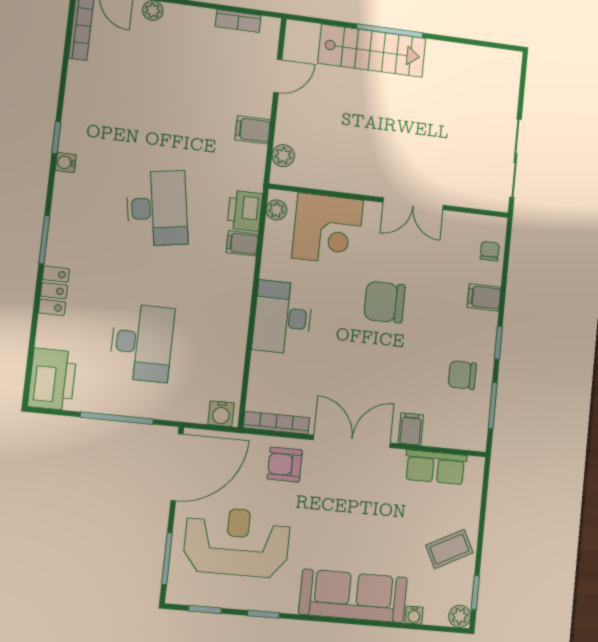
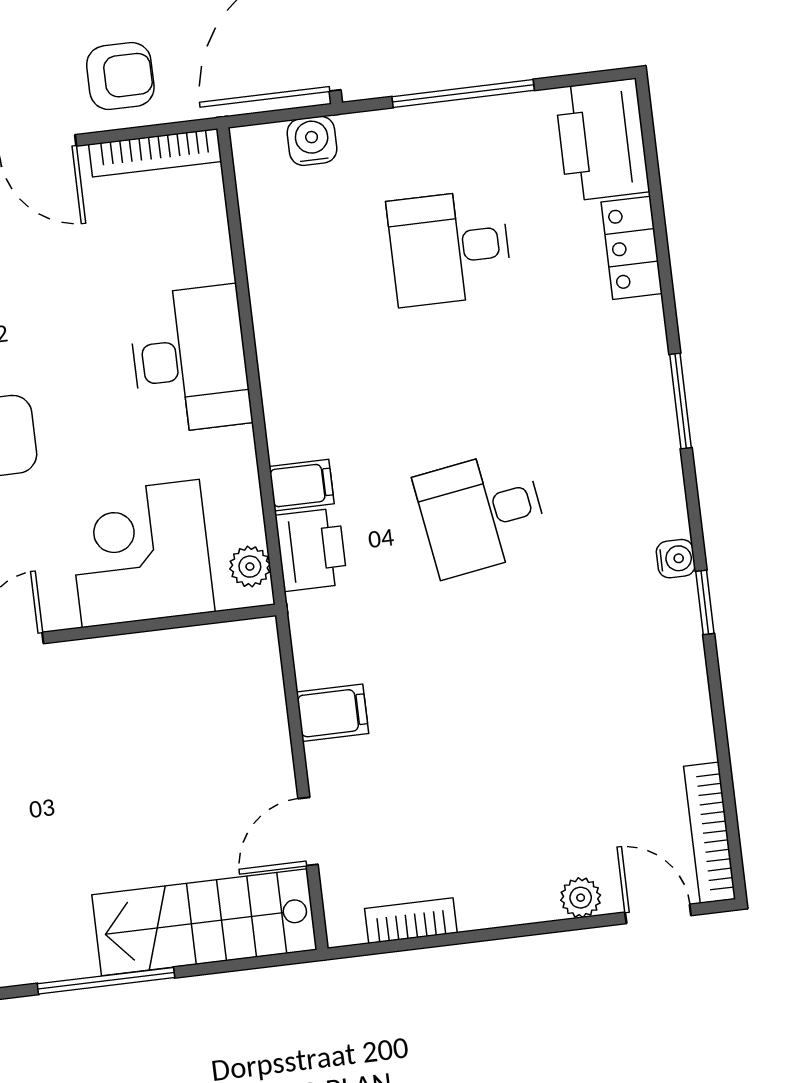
stairs: (372, 51) -> (204, 922), moved
plant: (283, 156) -> (261, 677), removed
desk: (157, 208) -> (482, 513), width x0.73
locker: (54, 291) -> (632, 248), moved
desk: (142, 343) -> (450, 248), width x0.73
water cooler: (221, 414) -> (312, 141), moved

